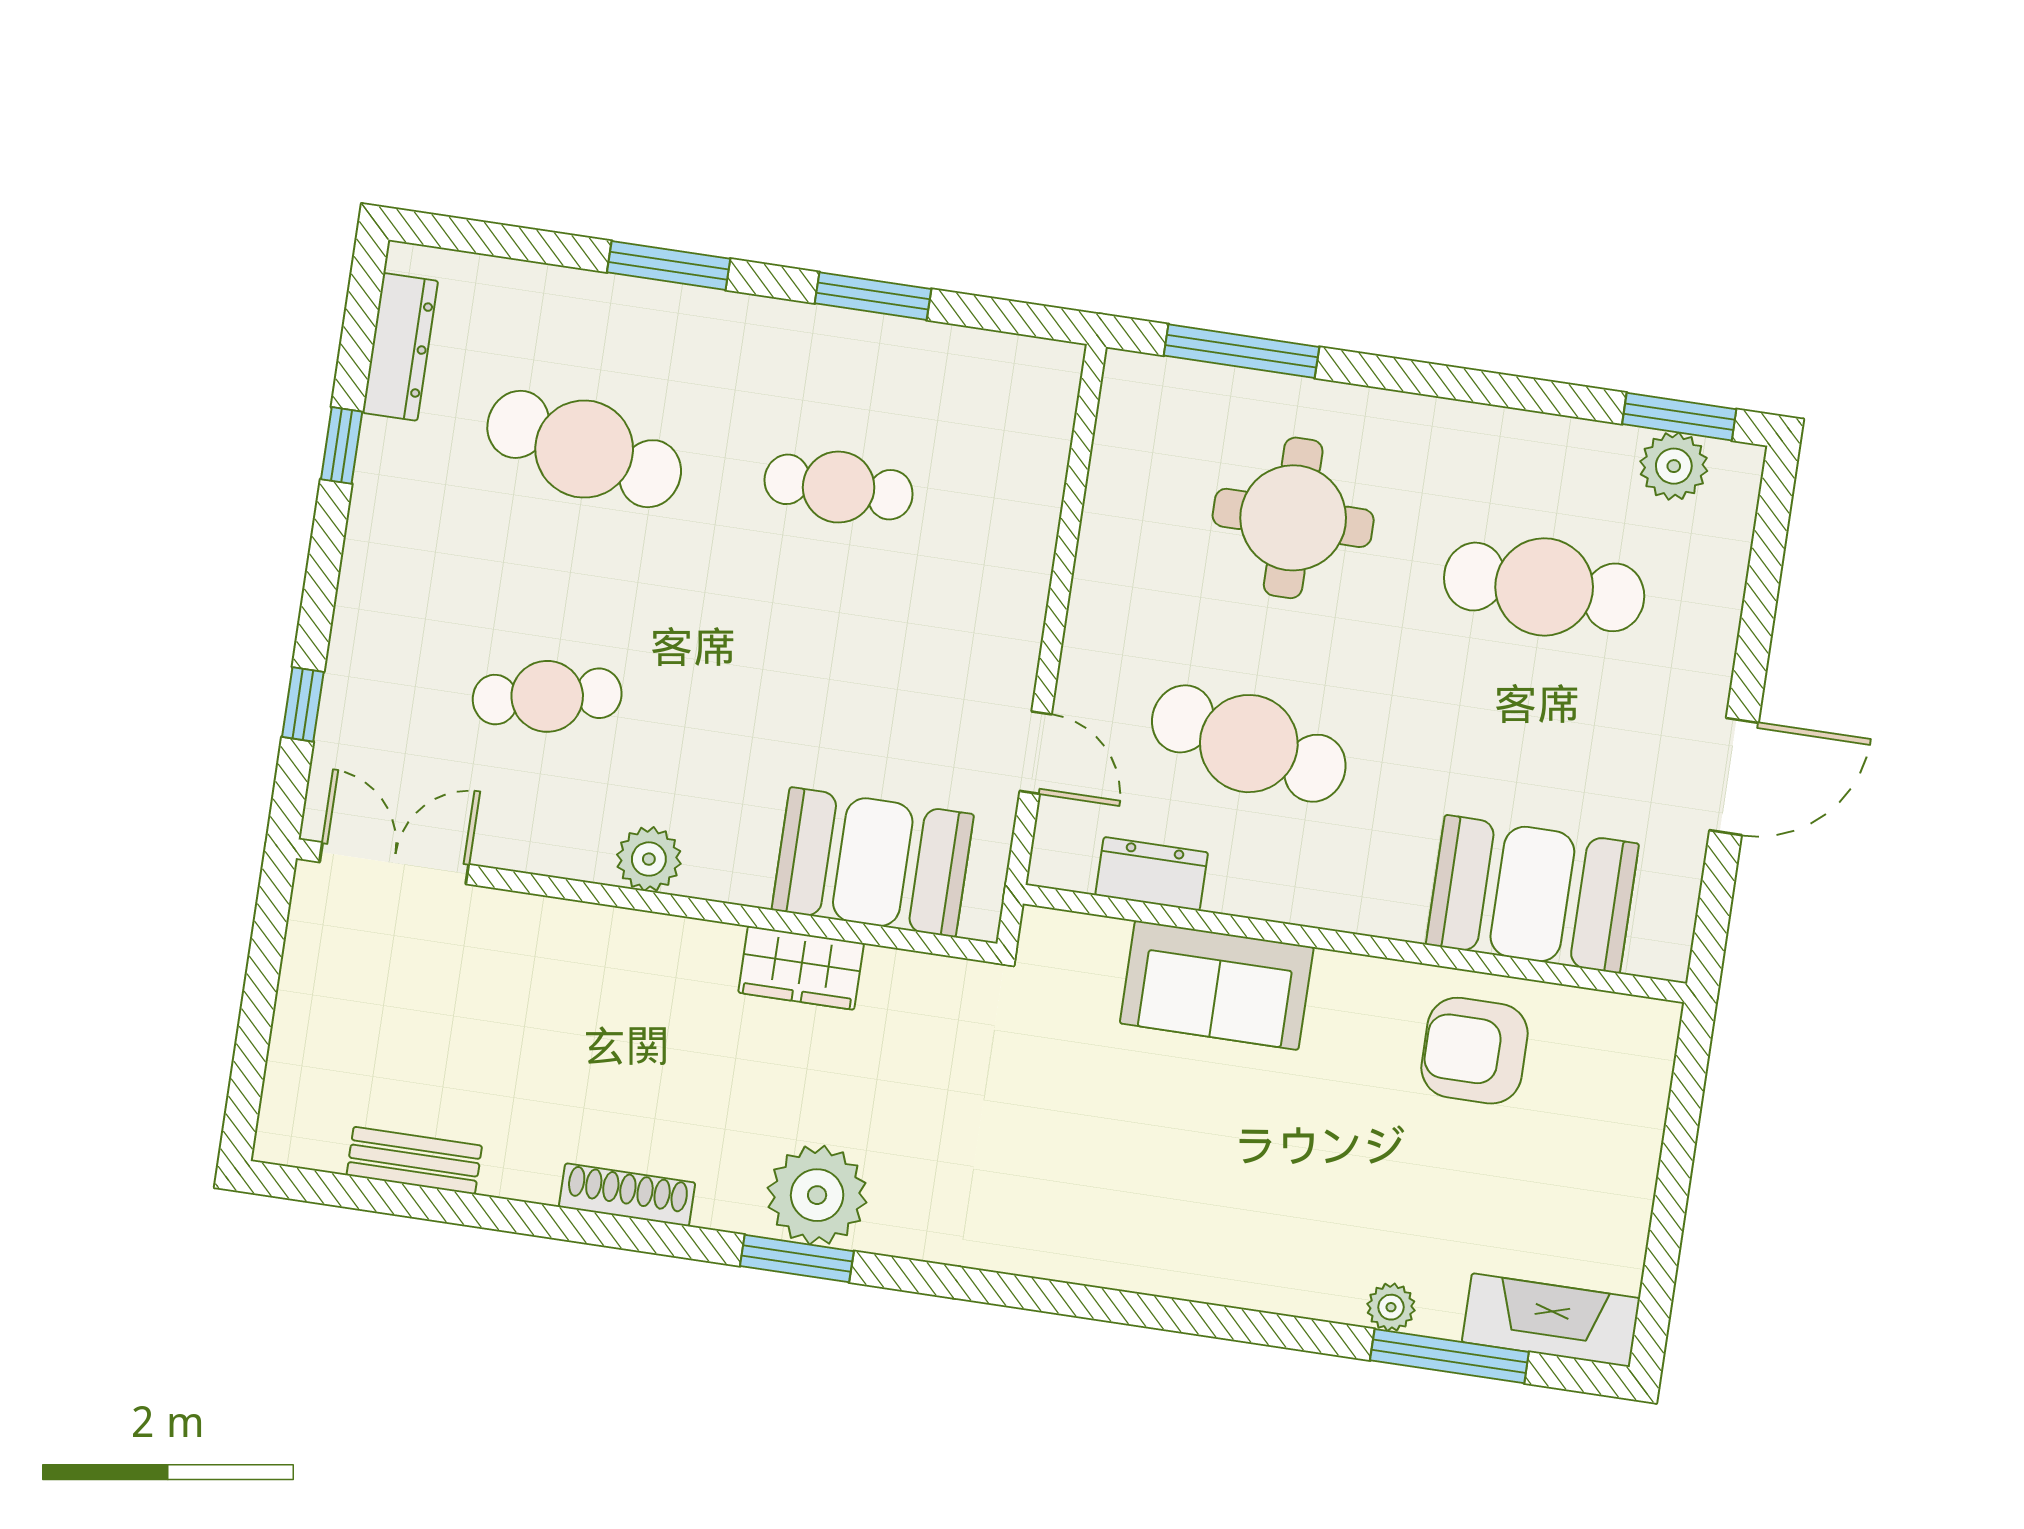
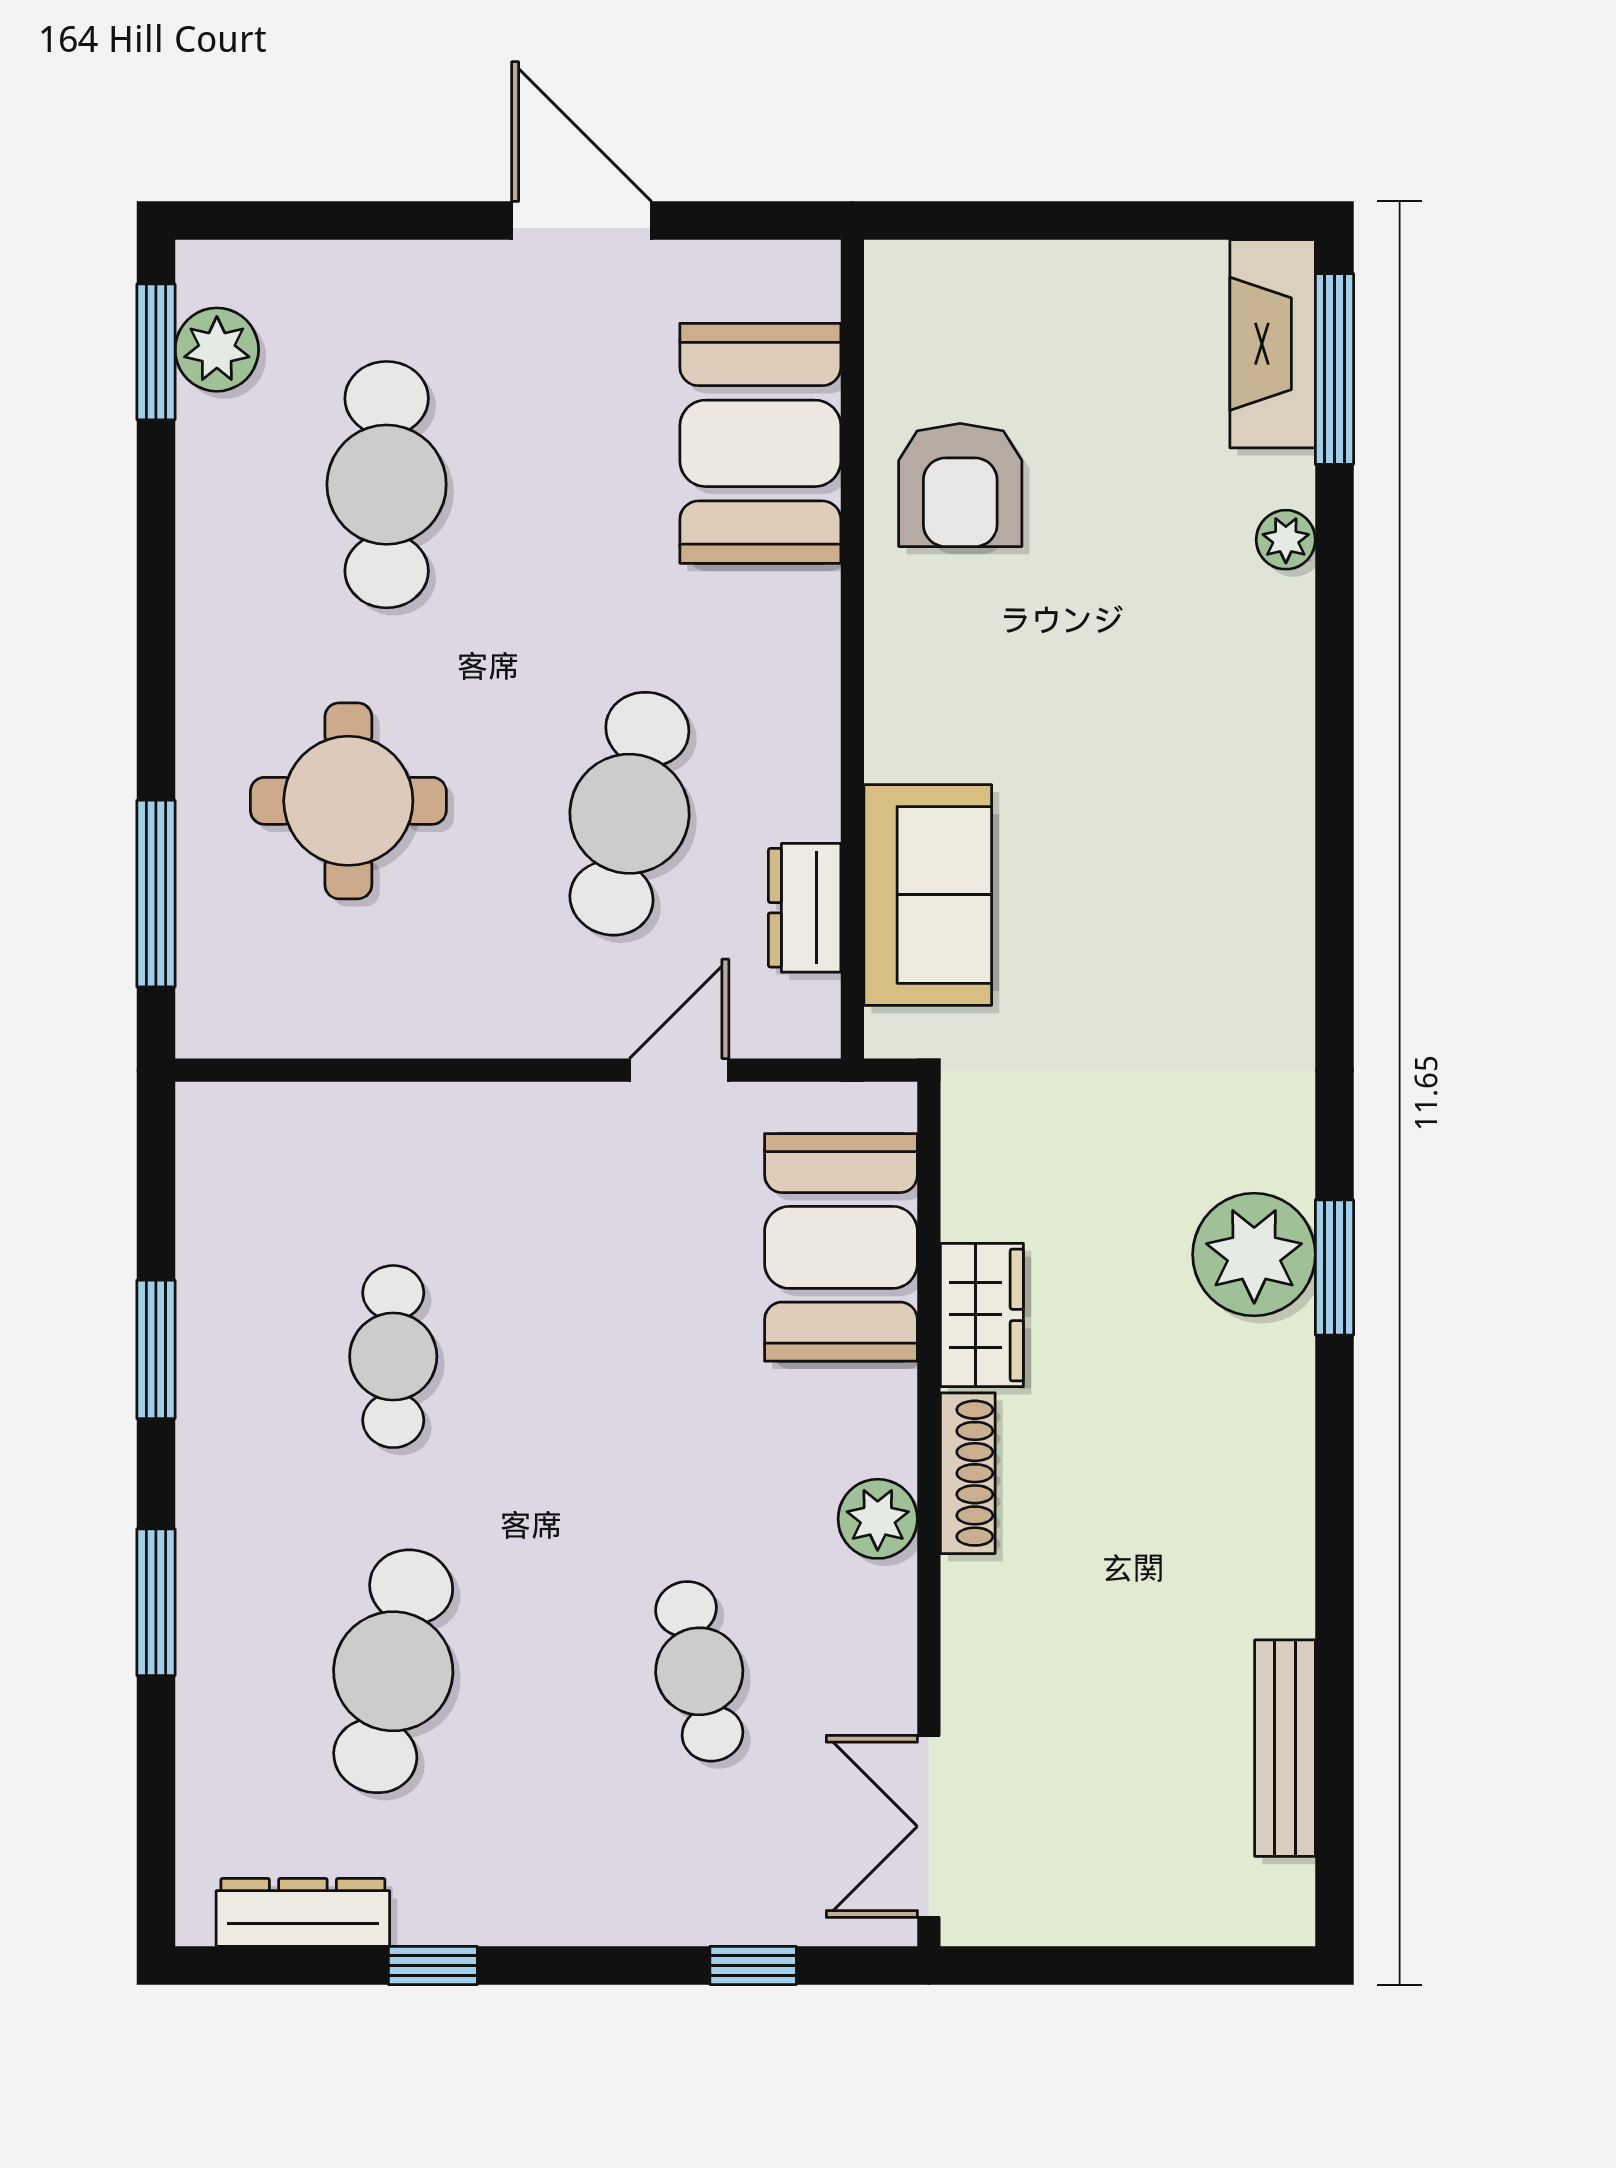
sofa: (1217, 985) -> (928, 895), moved
bench: (414, 1161) -> (1285, 1748), width x1.36
shoe rack: (627, 1195) -> (968, 1473), moved, turned 180
window: (1449, 1356) -> (1334, 369), moved

